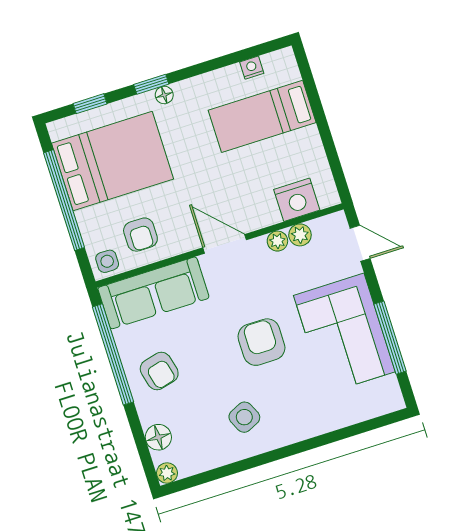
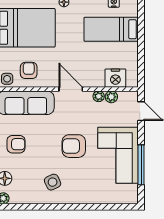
armchair: (140, 235) -> (29, 70), turned 180
armchair: (261, 342) -> (74, 146), turned -90
armchair: (159, 371) -> (16, 144), turned -76

